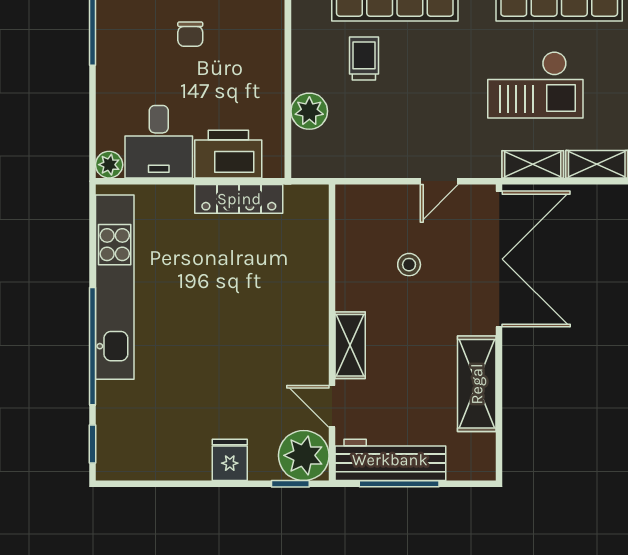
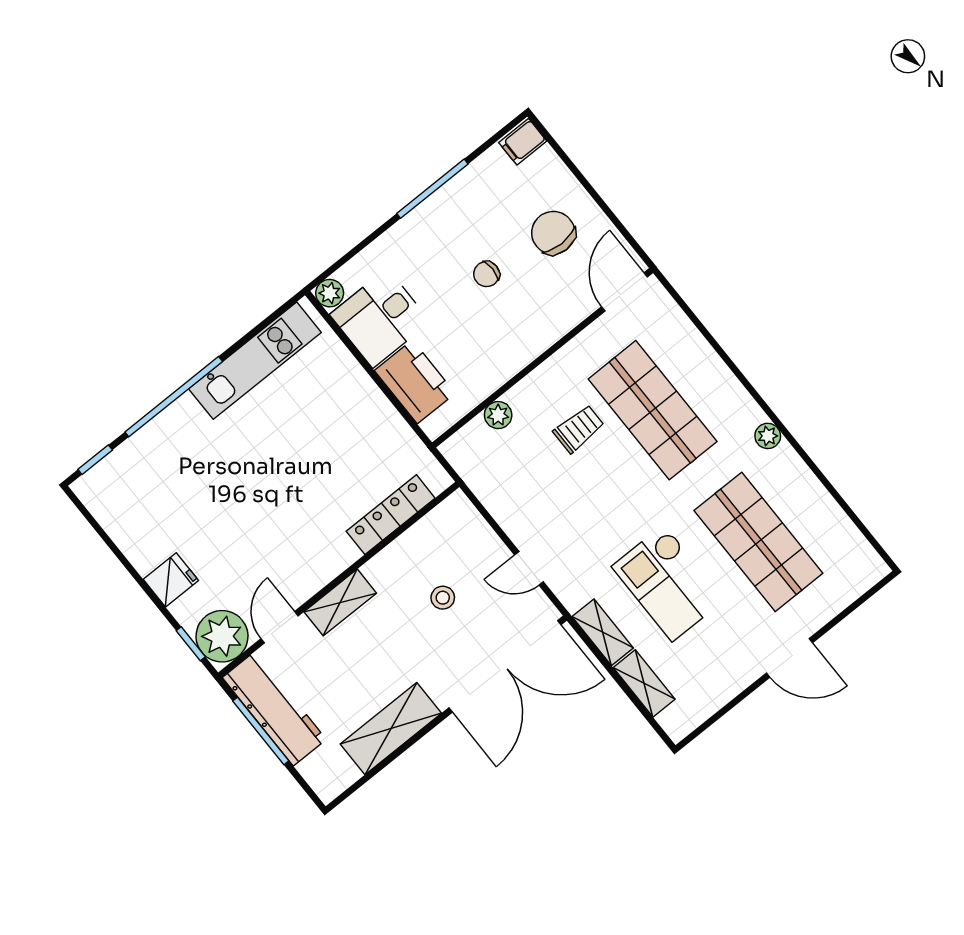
plant: (309, 111) -> (498, 415), width x0.73, depth x0.73
locker: (239, 199) -> (391, 515), moved, turned 90
kitchen unit: (115, 287) -> (255, 361), width x0.73

